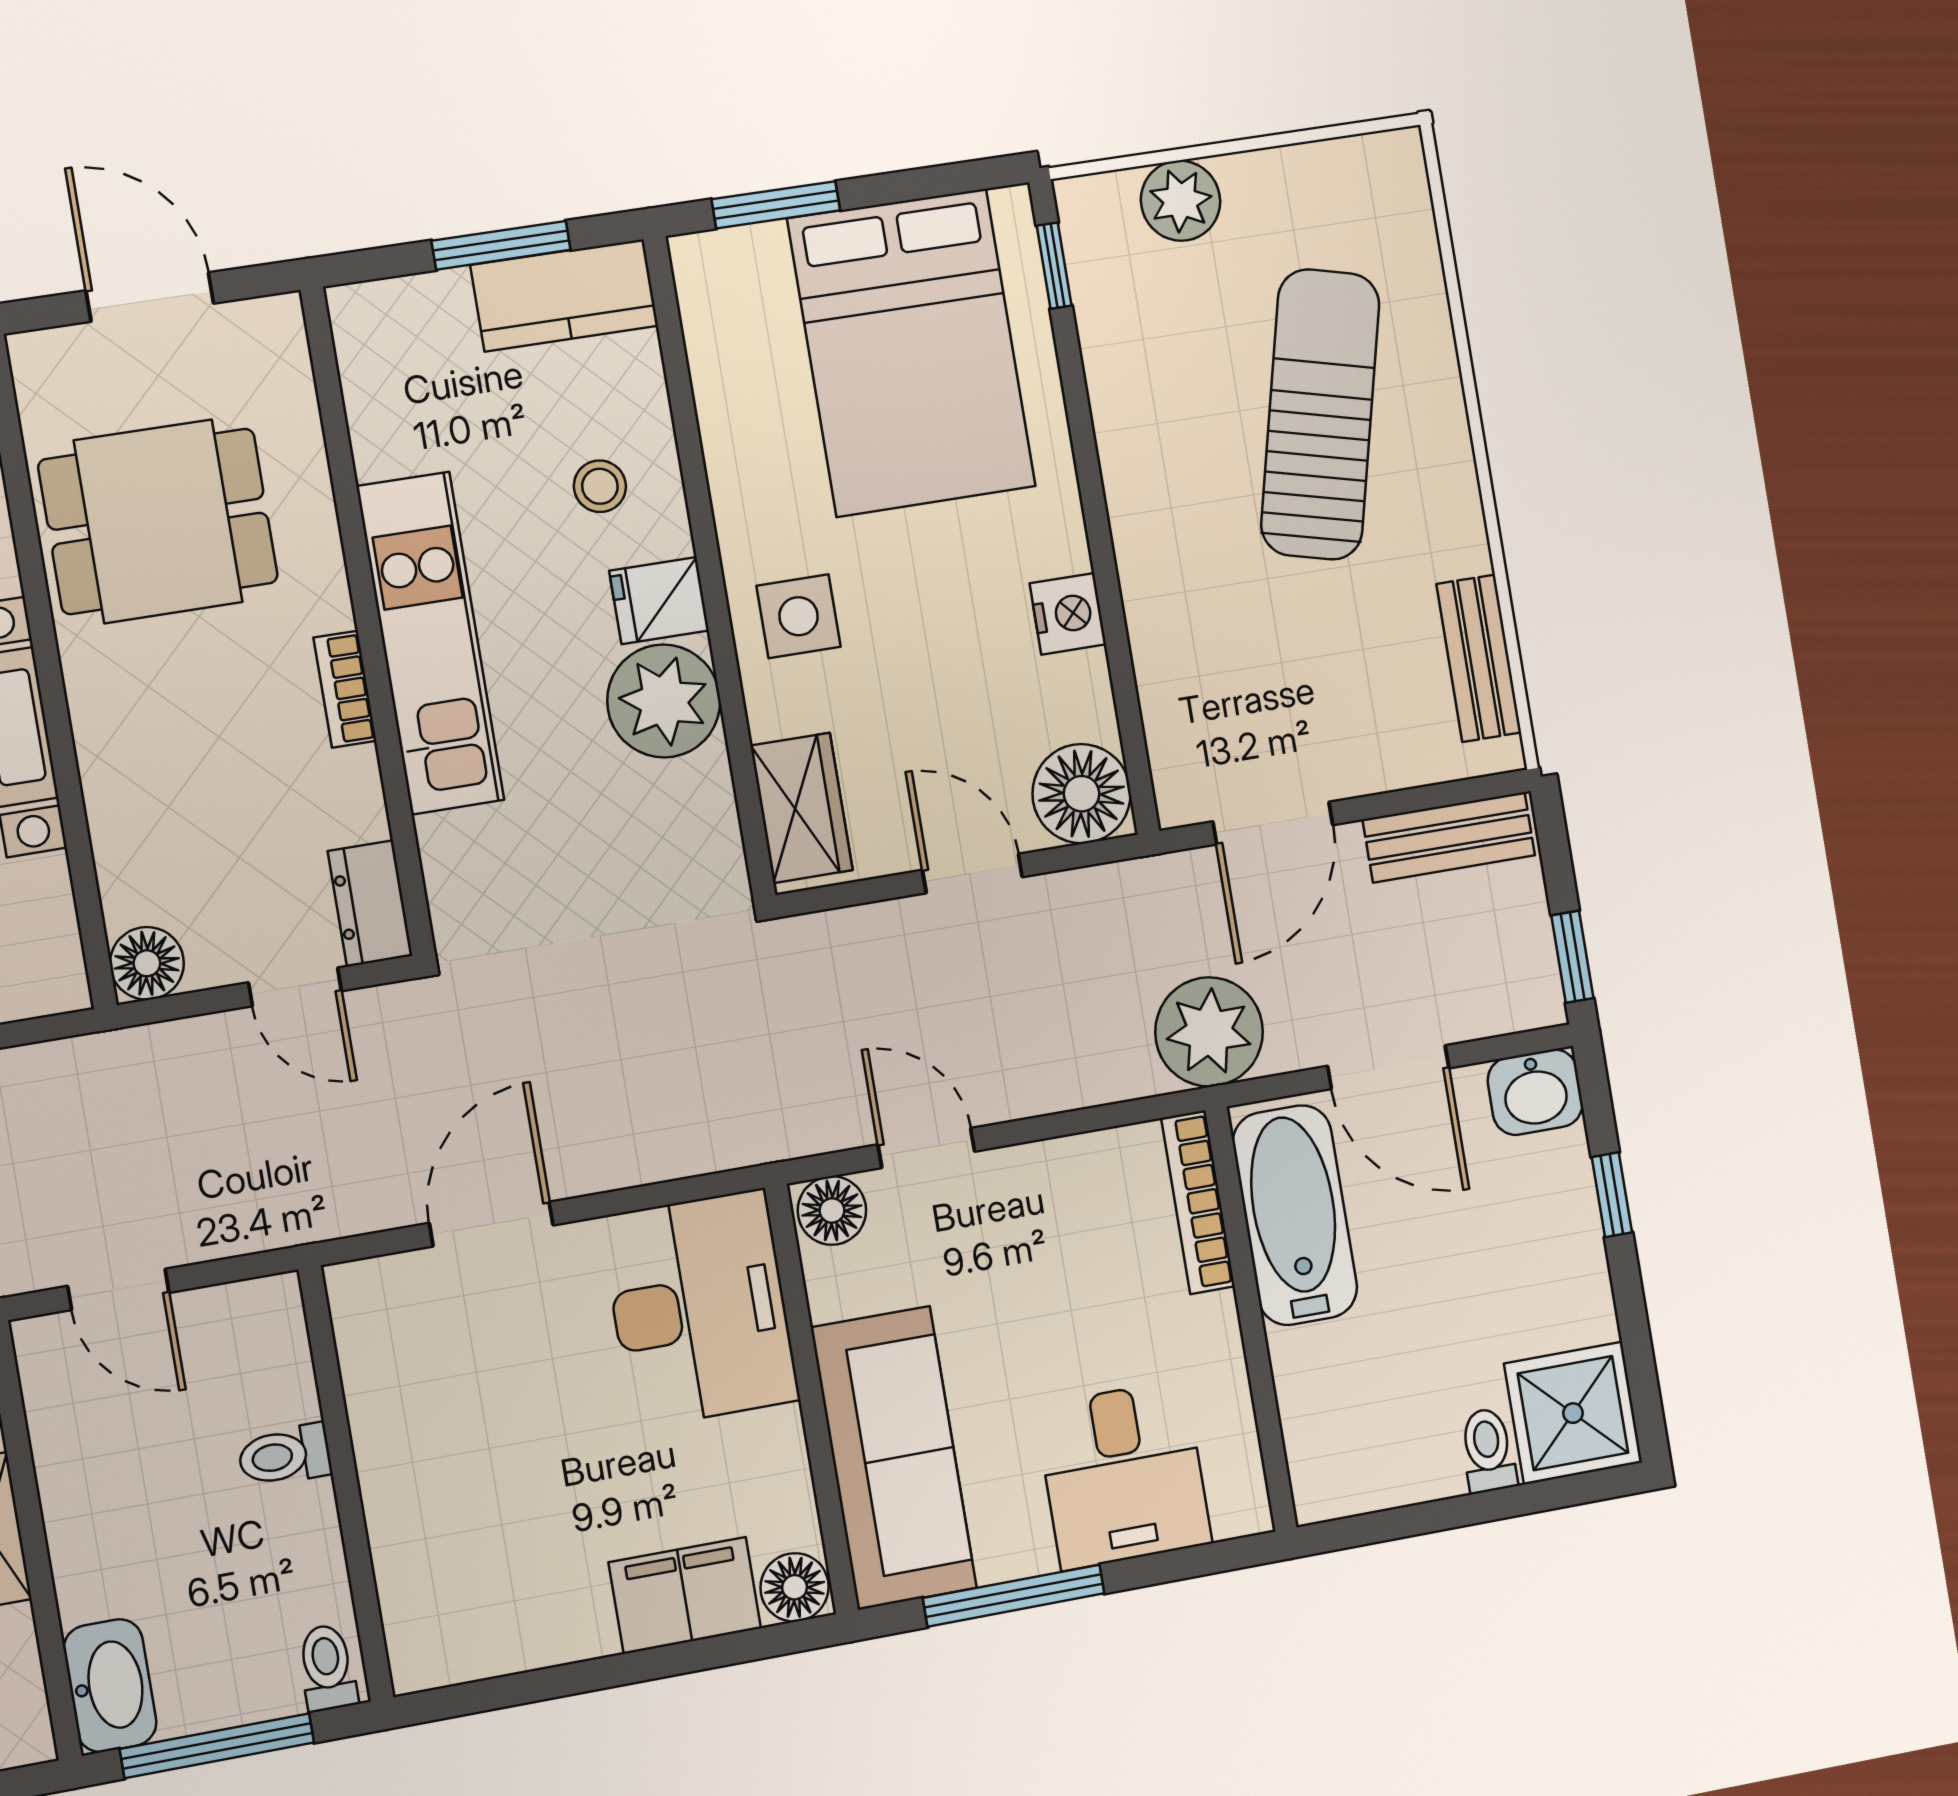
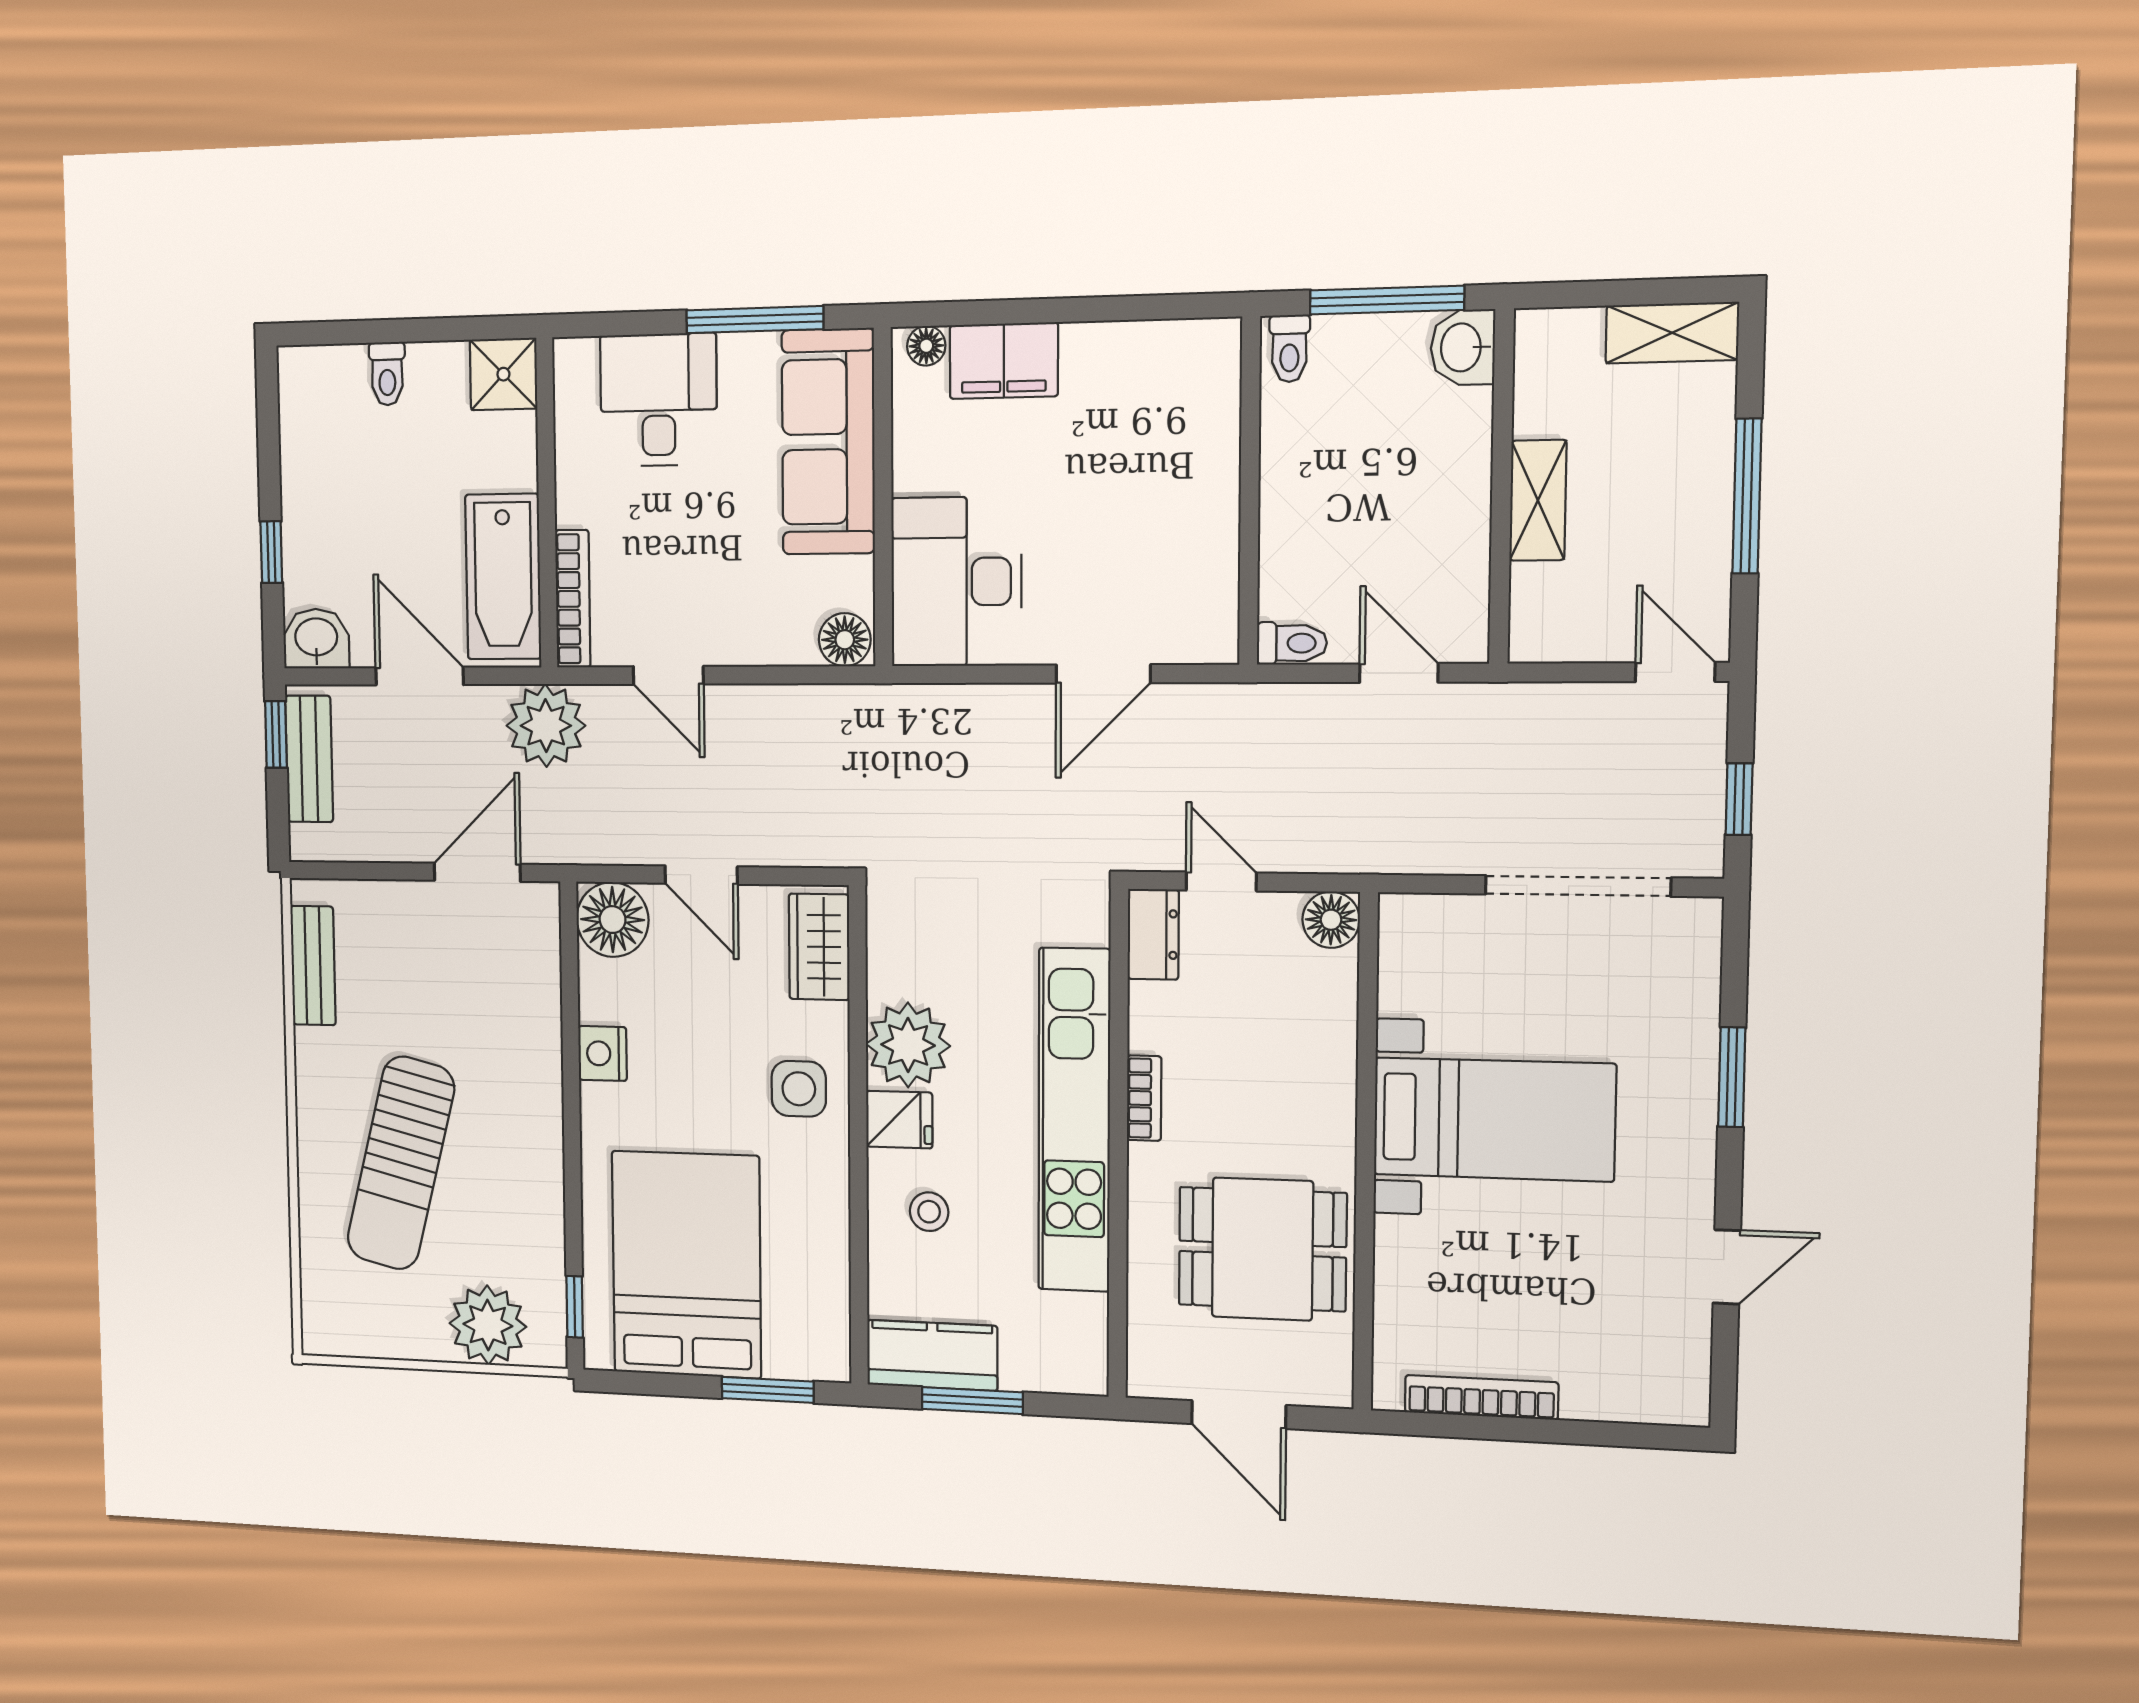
plant: (1181, 201) -> (488, 1325), width x1.36, depth x1.36
kitchen unit: (430, 643) -> (1074, 1120), width x1.36
bench: (1449, 837) -> (309, 759), moved, turned 90
door: (926, 1148) -> (668, 675), moved
shower: (1573, 1413) -> (503, 374), moved, width x0.73, depth x0.73
toilet: (285, 1455) -> (1292, 643), moved
floor lamp: (795, 1587) -> (926, 346), width x0.73, depth x0.73
washbasin: (110, 1686) -> (1463, 347), width x0.72

